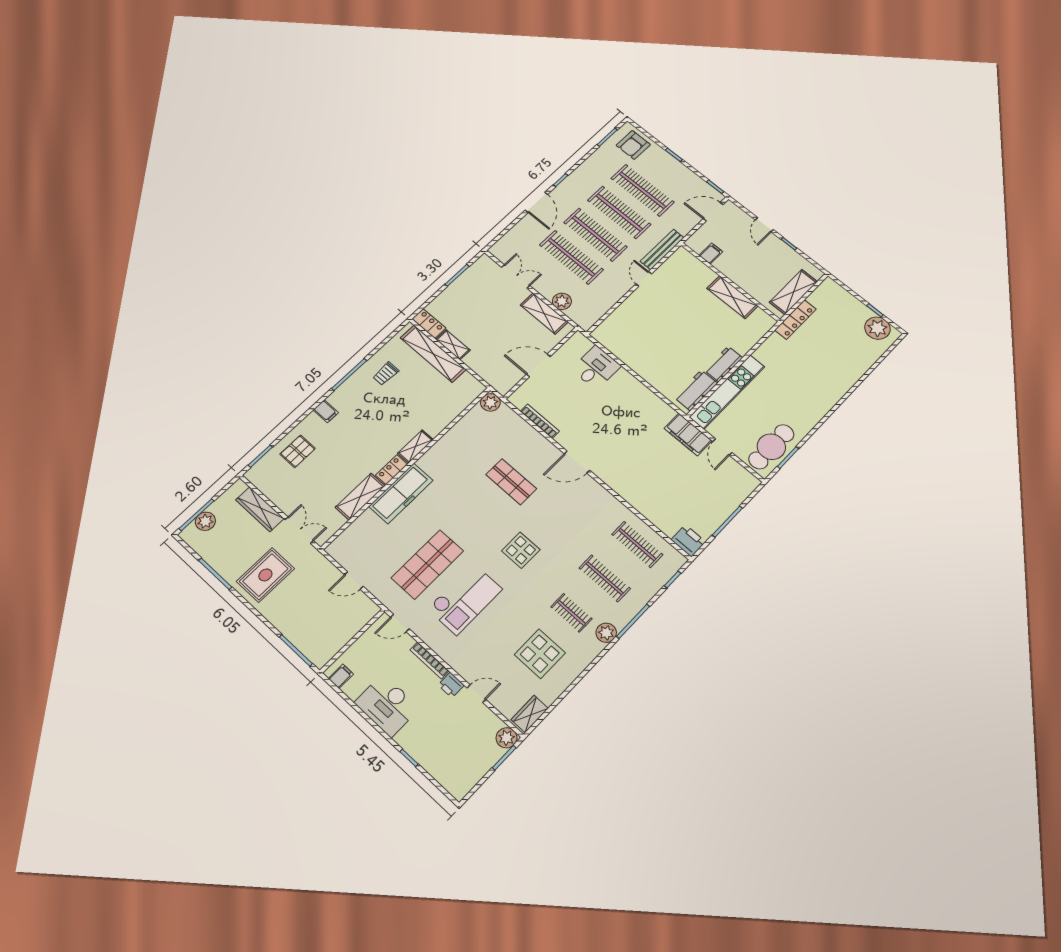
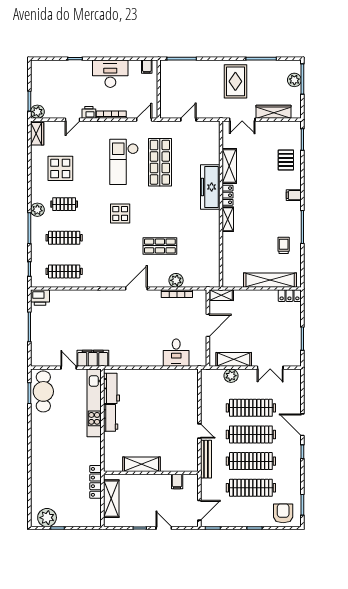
shelving: (453, 345) -> (221, 295), moved
plant: (490, 402) -> (176, 280), moved

